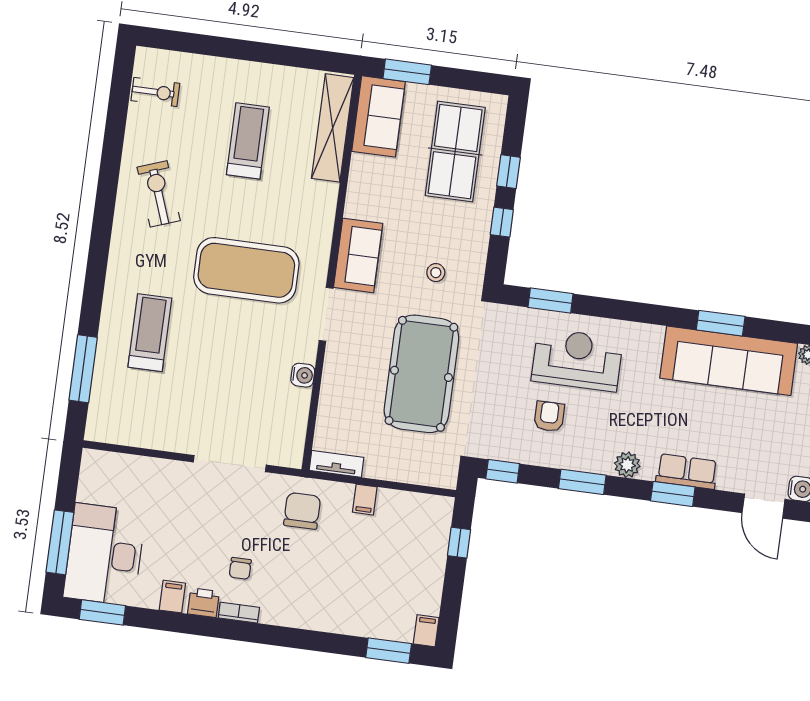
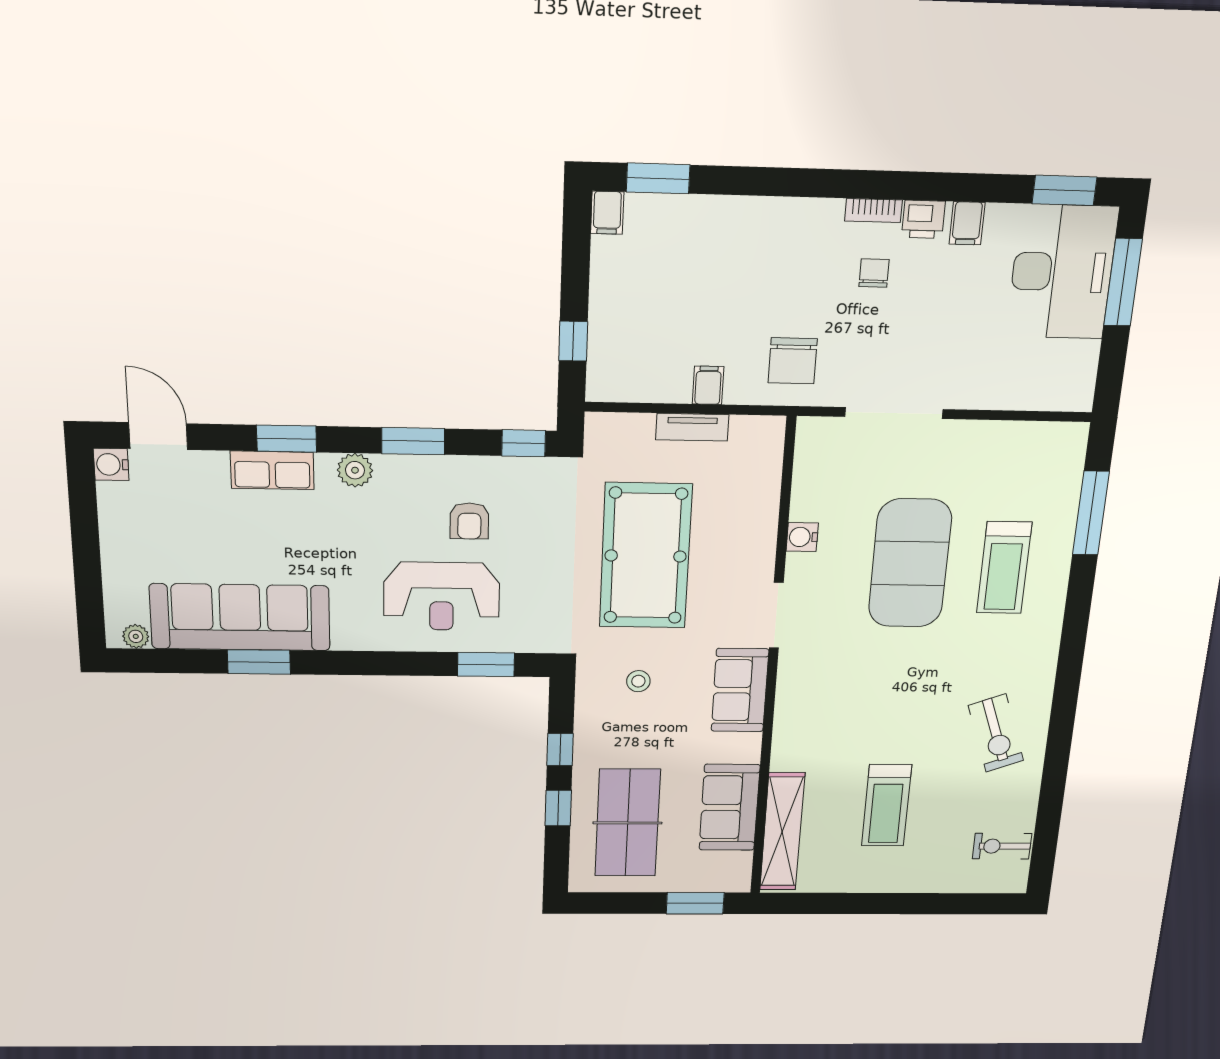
sofa: (378, 116) -> (729, 807), moved
exercise mat: (246, 270) -> (910, 563), moved, turned 90
tv unit: (336, 464) -> (692, 427), moved

